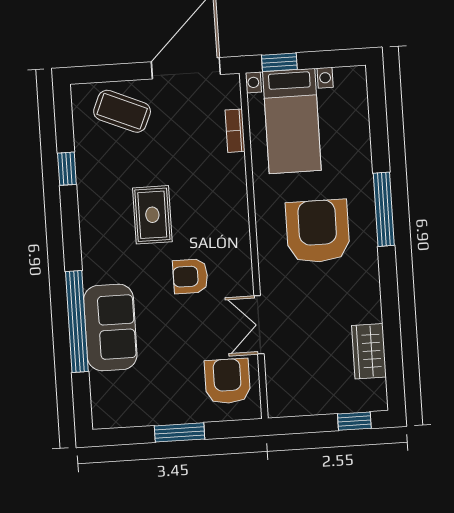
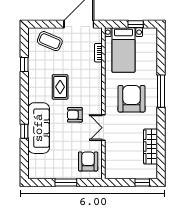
window: (279, 62) -> (136, 24), moved
window: (77, 322) -> (24, 131), width x0.32
double door: (259, 325) -> (103, 128), moved
sofa: (110, 327) -> (39, 128), width x1.36
wardrobe: (369, 351) -> (151, 147), width x1.50

